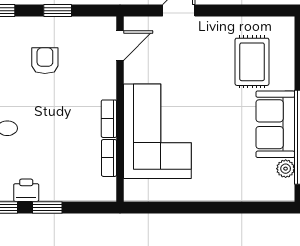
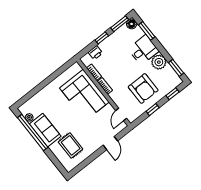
armchair: (45, 61) -> (143, 89), width x1.88, depth x1.88
printer: (26, 190) -> (95, 53), moved

